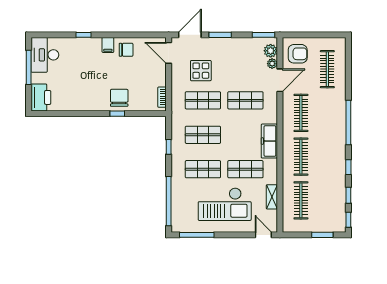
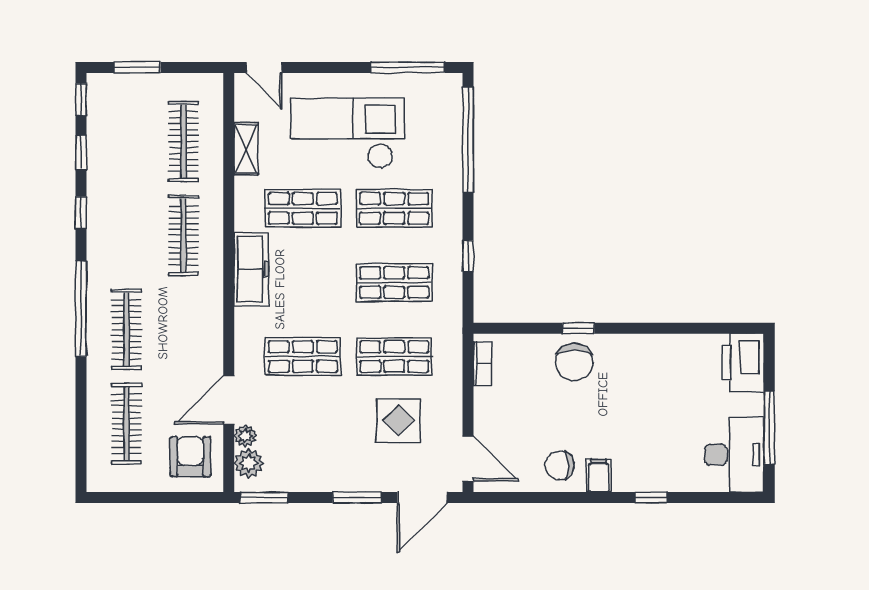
armchair: (298, 54) -> (190, 457), turned 90
clothes rail: (301, 113) -> (126, 329), moved

